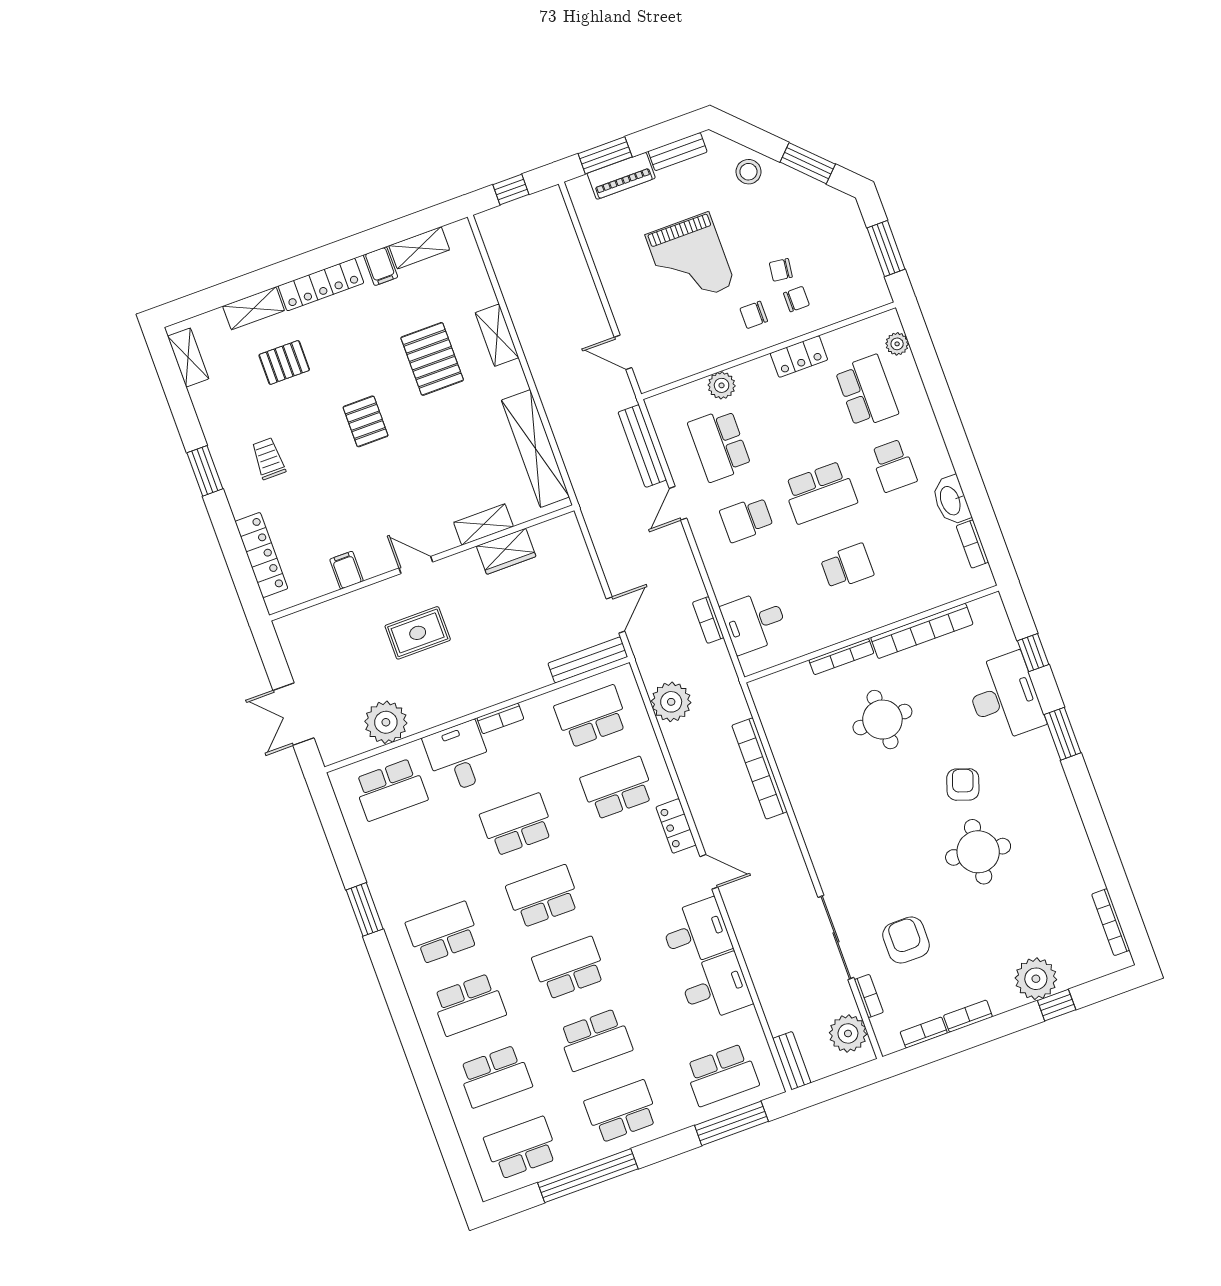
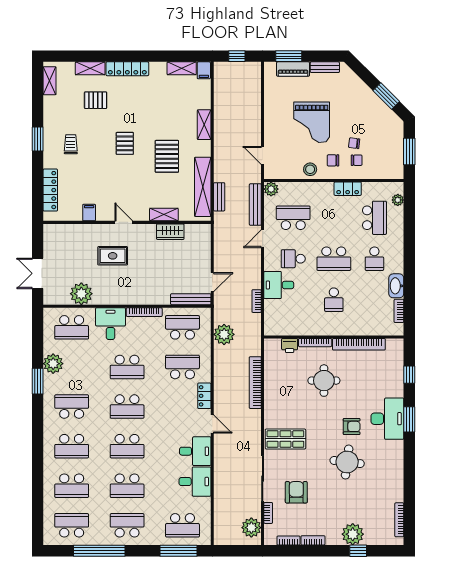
stool: (748, 172) -> (310, 169), moved
filing cabinet: (381, 266) -> (204, 70), moved
pallet: (432, 359) -> (167, 156), moved
plant: (722, 385) -> (271, 189), moved
school desk: (720, 445) -> (293, 218), turned 90
school desk: (847, 567) -> (334, 300), turned 90
desk: (754, 622) -> (279, 285), moved
printer: (797, 679) -> (290, 346), added
desk: (1004, 697) -> (387, 419), moved
bookcase: (500, 718) -> (144, 312), width x1.56
armchair: (963, 784) -> (352, 426), turned 71
school desk: (517, 825) -> (127, 367), turned 180
shop shelf: (851, 851) -> (285, 439), added
plant: (381, 867) -> (53, 364), added
school desk: (543, 896) -> (127, 407), turned 180
school desk: (569, 968) -> (127, 446), turned 180
bench: (792, 1061) -> (219, 197), moved

